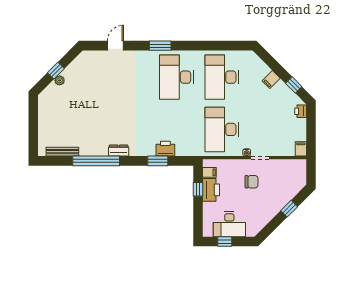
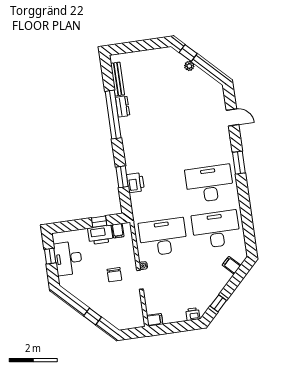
window: (56, 71) -> (188, 53), moved
filing cabinet: (271, 80) -> (231, 265), moved
dresser: (119, 151) -> (123, 106), moved

